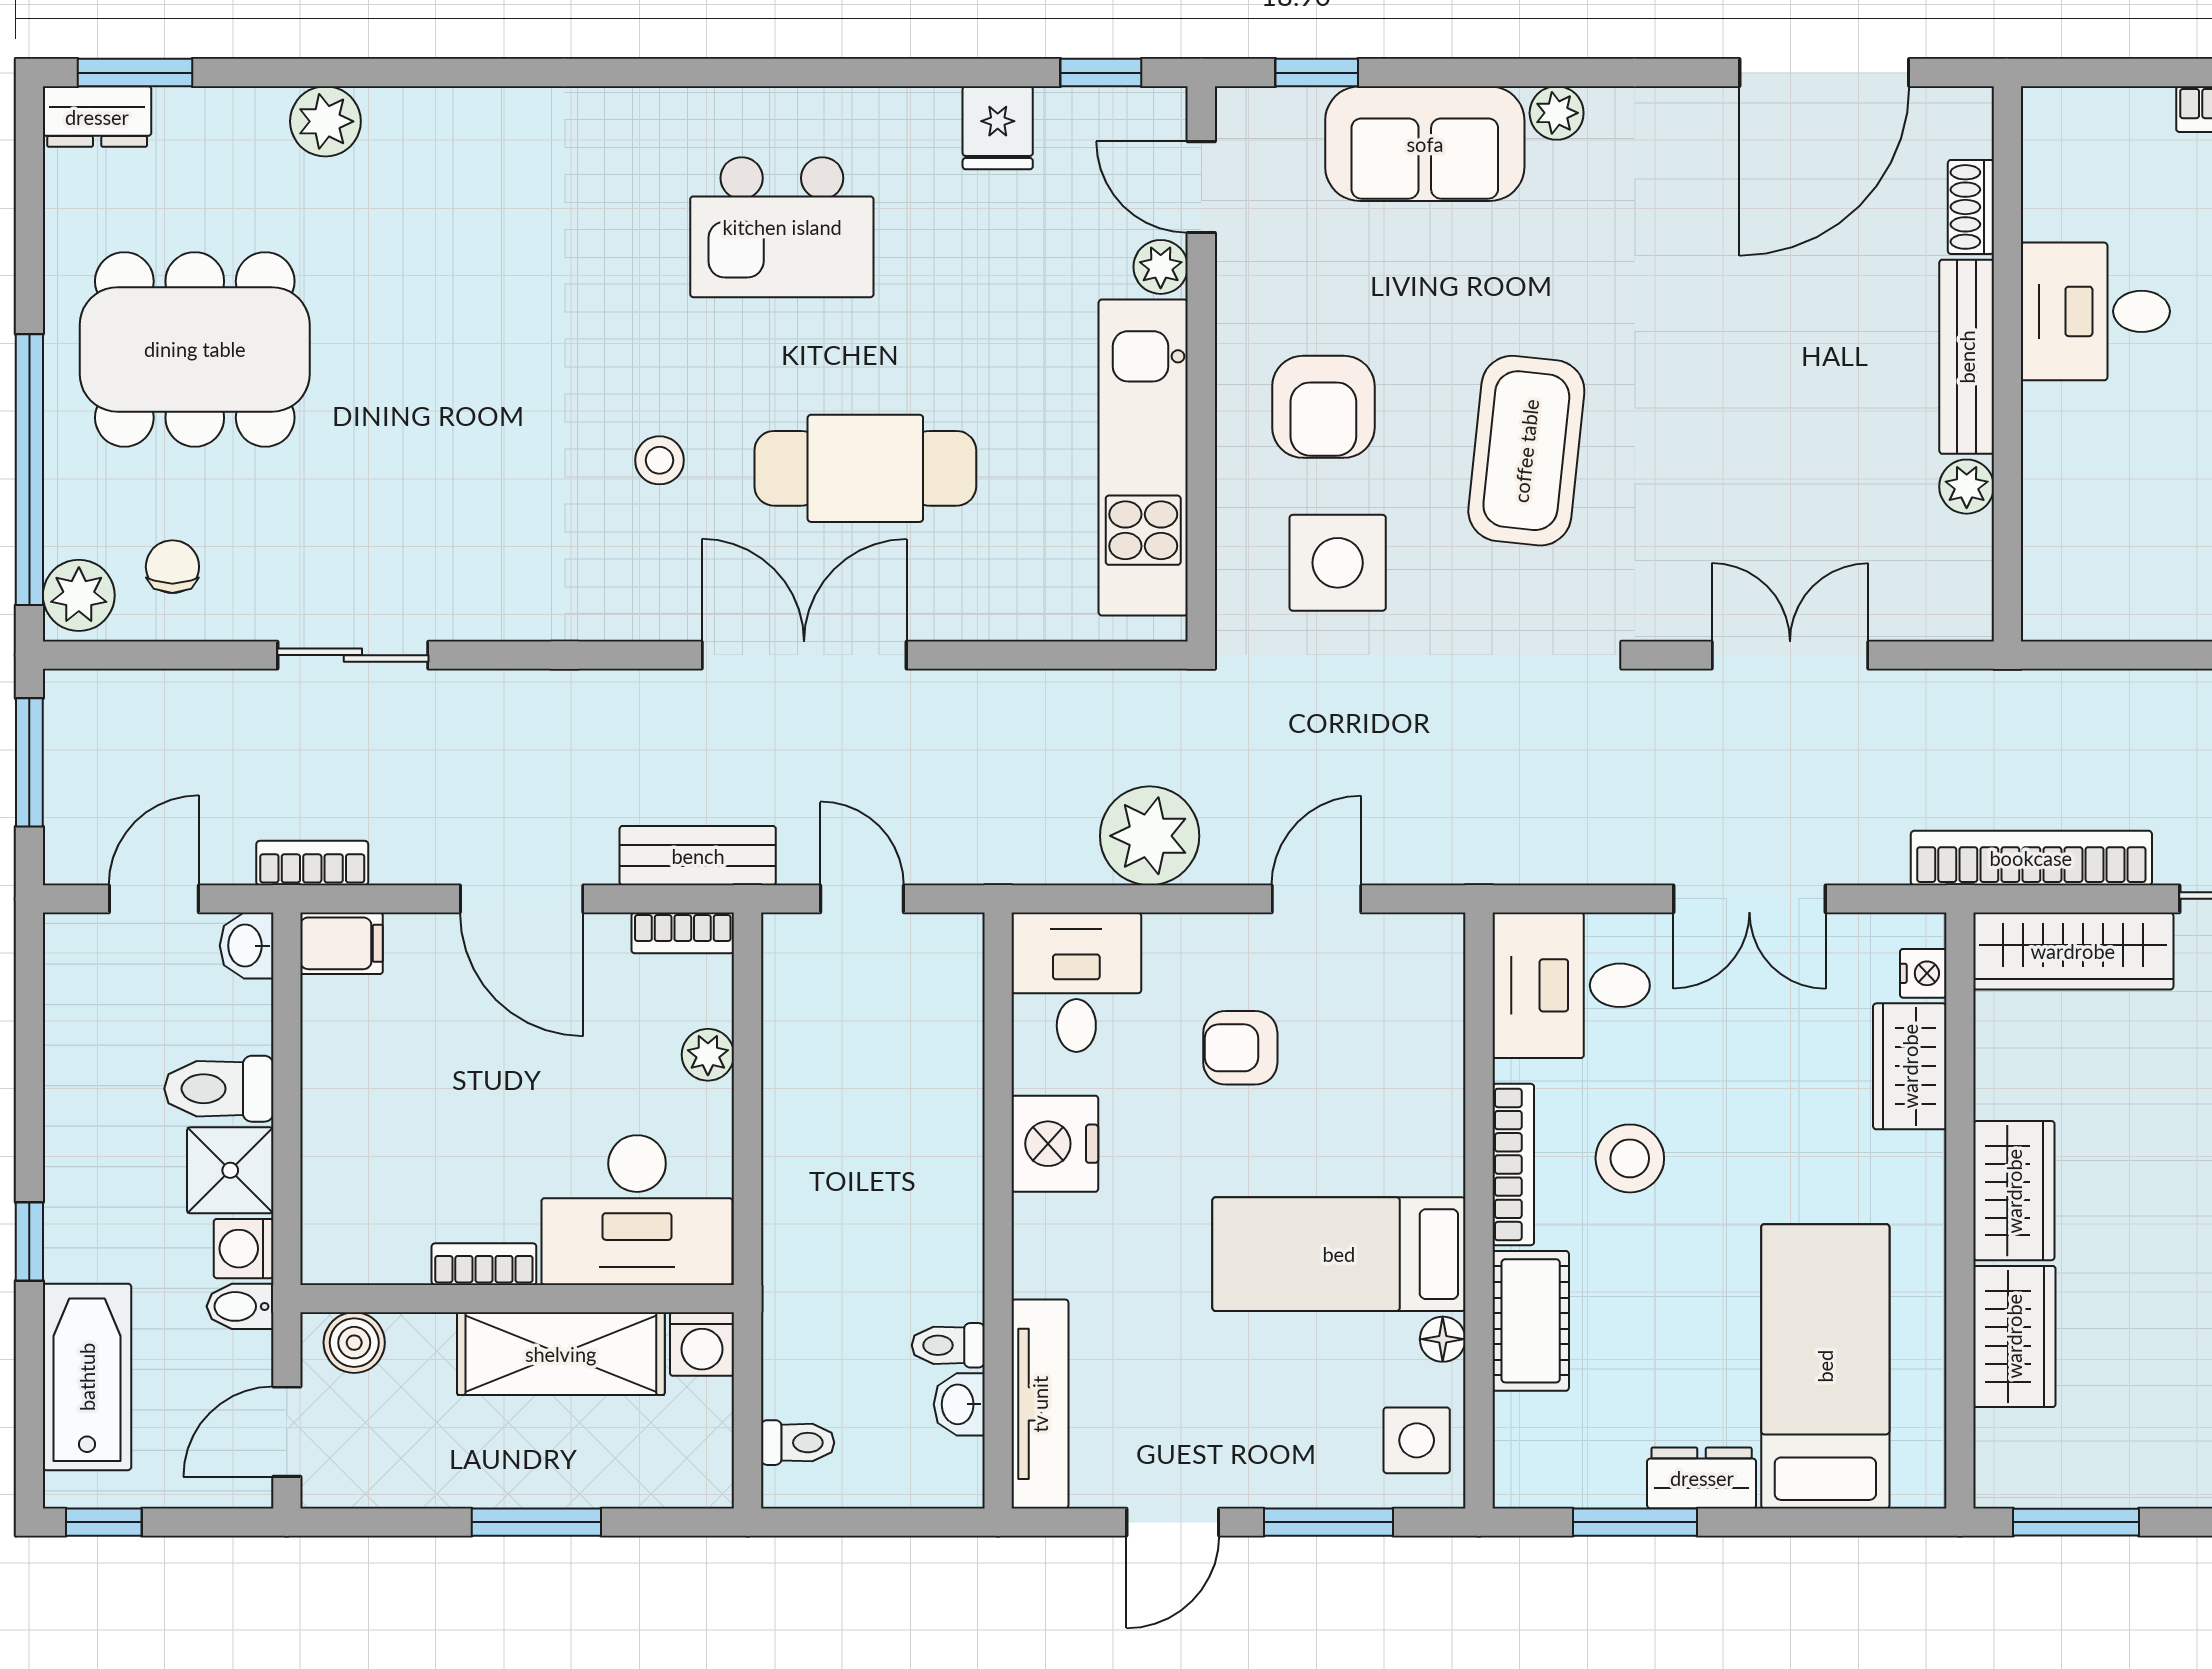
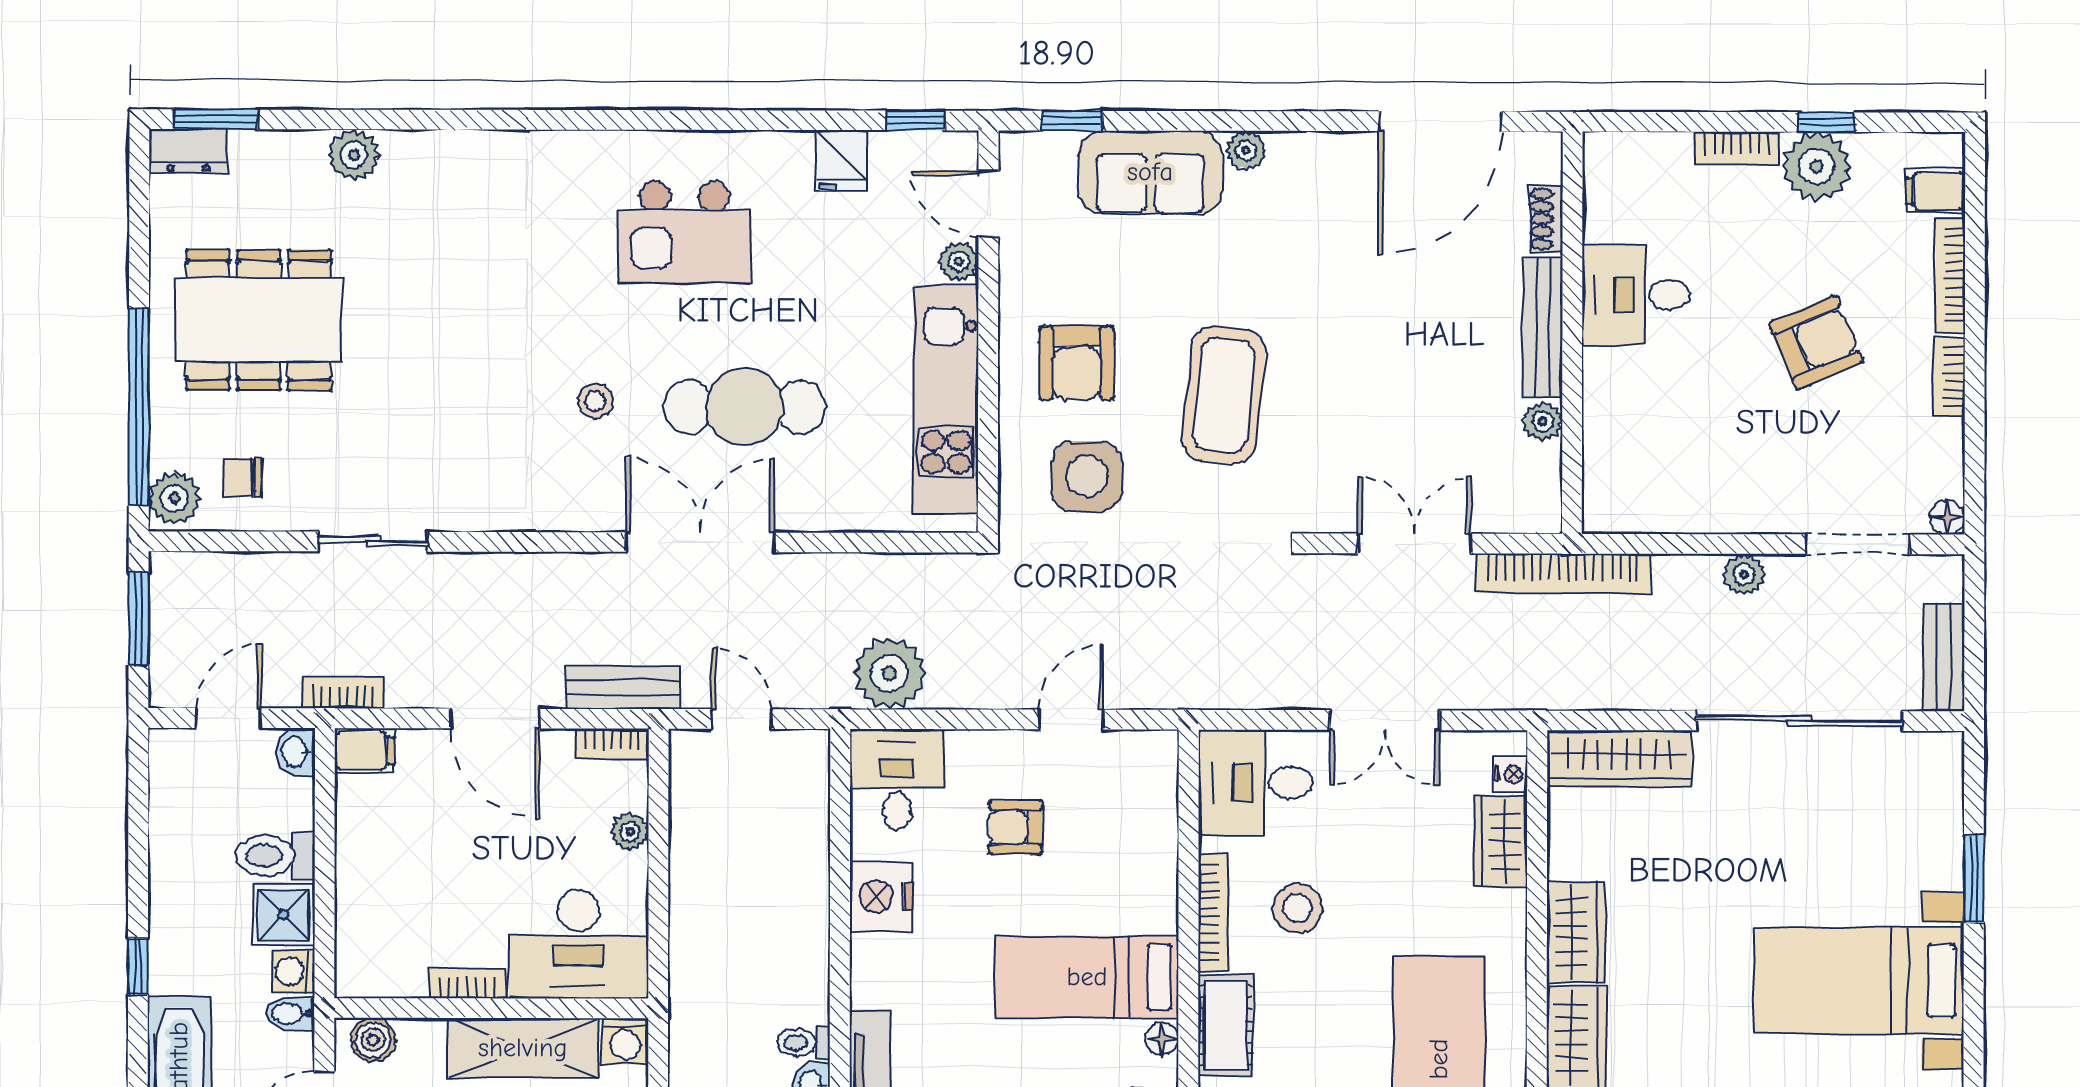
chair: (172, 567) -> (242, 477), turned -90
plant: (1150, 836) -> (890, 673), moved
bookcase: (2031, 858) -> (1563, 573), moved, turned 180

